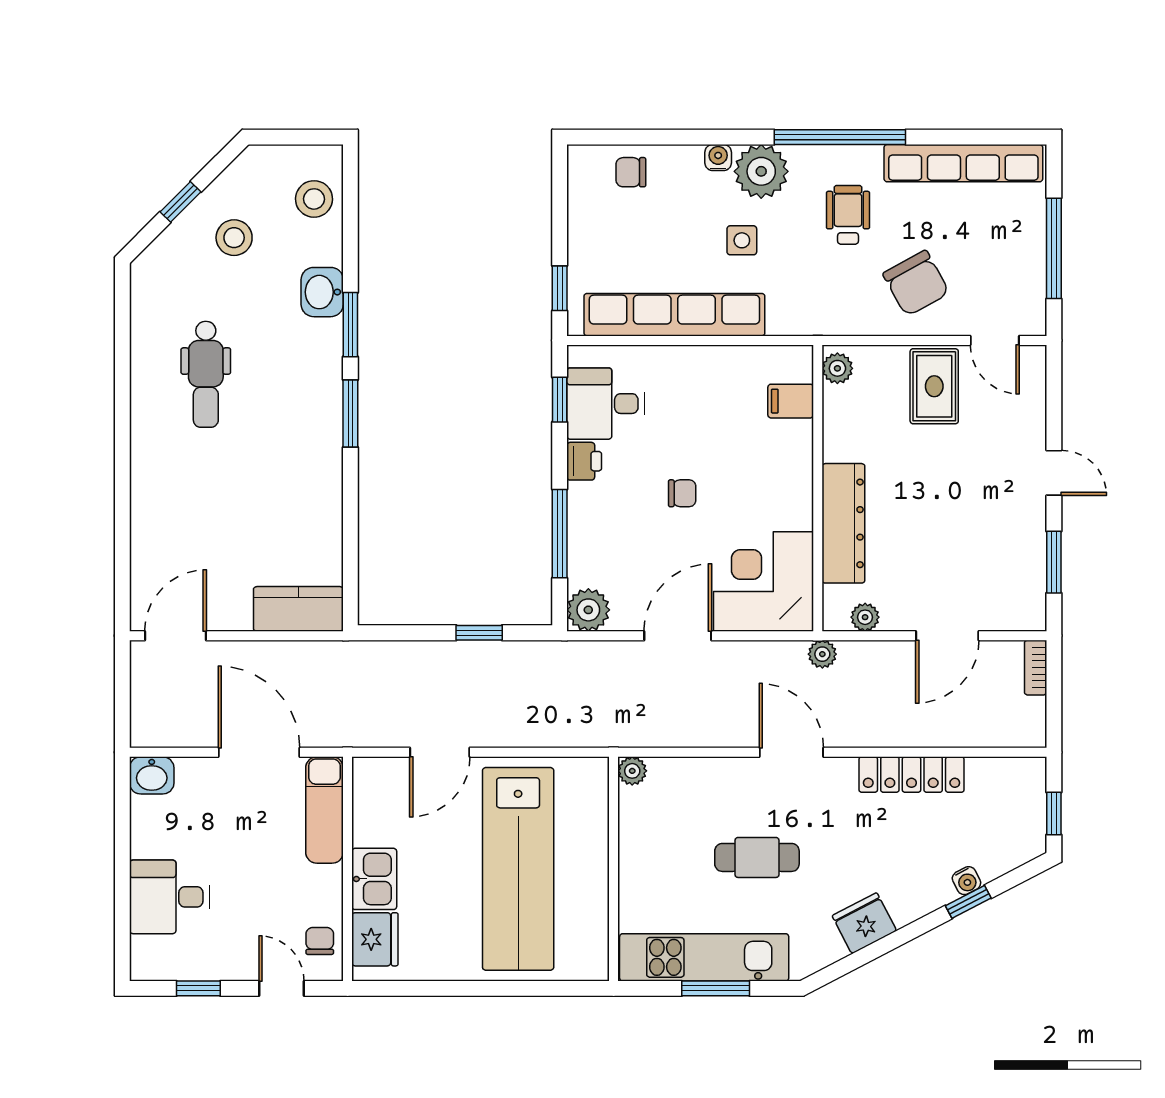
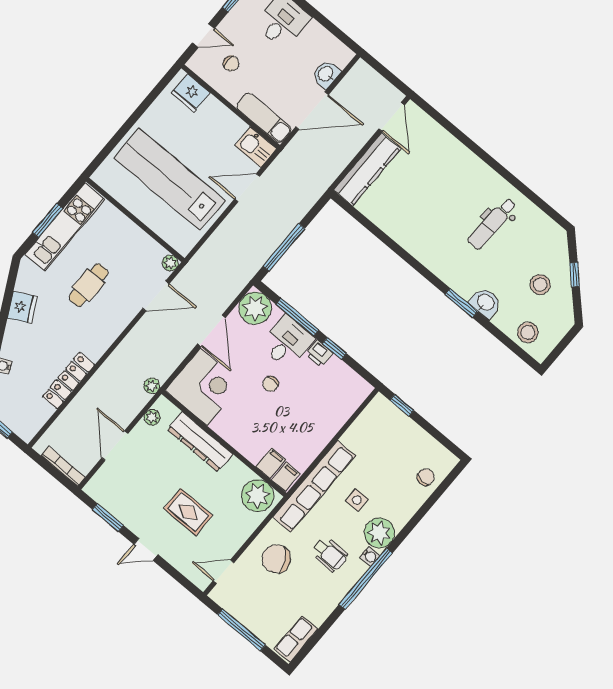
water cooler: (718, 158) -> (370, 556), moved
row of seats: (963, 163) -> (296, 639), width x0.50
row of seats: (674, 315) -> (314, 486), moved
filing cabinet: (792, 365) -> (286, 477), added
plant: (837, 368) -> (258, 496), width x1.88, depth x1.88
dental chair: (206, 374) -> (492, 224), turned -88
rug: (934, 386) -> (188, 512), moved
window: (560, 400) -> (334, 348), moved
desk: (605, 404) -> (287, 342), moved
window: (350, 414) -> (423, 271), removed
kitchen counter: (298, 609) -> (367, 169), width x1.50
plant: (588, 610) -> (255, 308), width x1.36, depth x1.36
window: (479, 633) -> (284, 247), width x2.17
bookcase: (1036, 668) -> (63, 466), width x1.56
door: (440, 752) -> (247, 188), hinge flipped
door: (791, 752) -> (156, 296), moved
washbasin: (152, 775) -> (326, 74), moved
kitchen sink: (374, 879) -> (256, 147), moved
chair: (320, 941) -> (231, 63), moved

